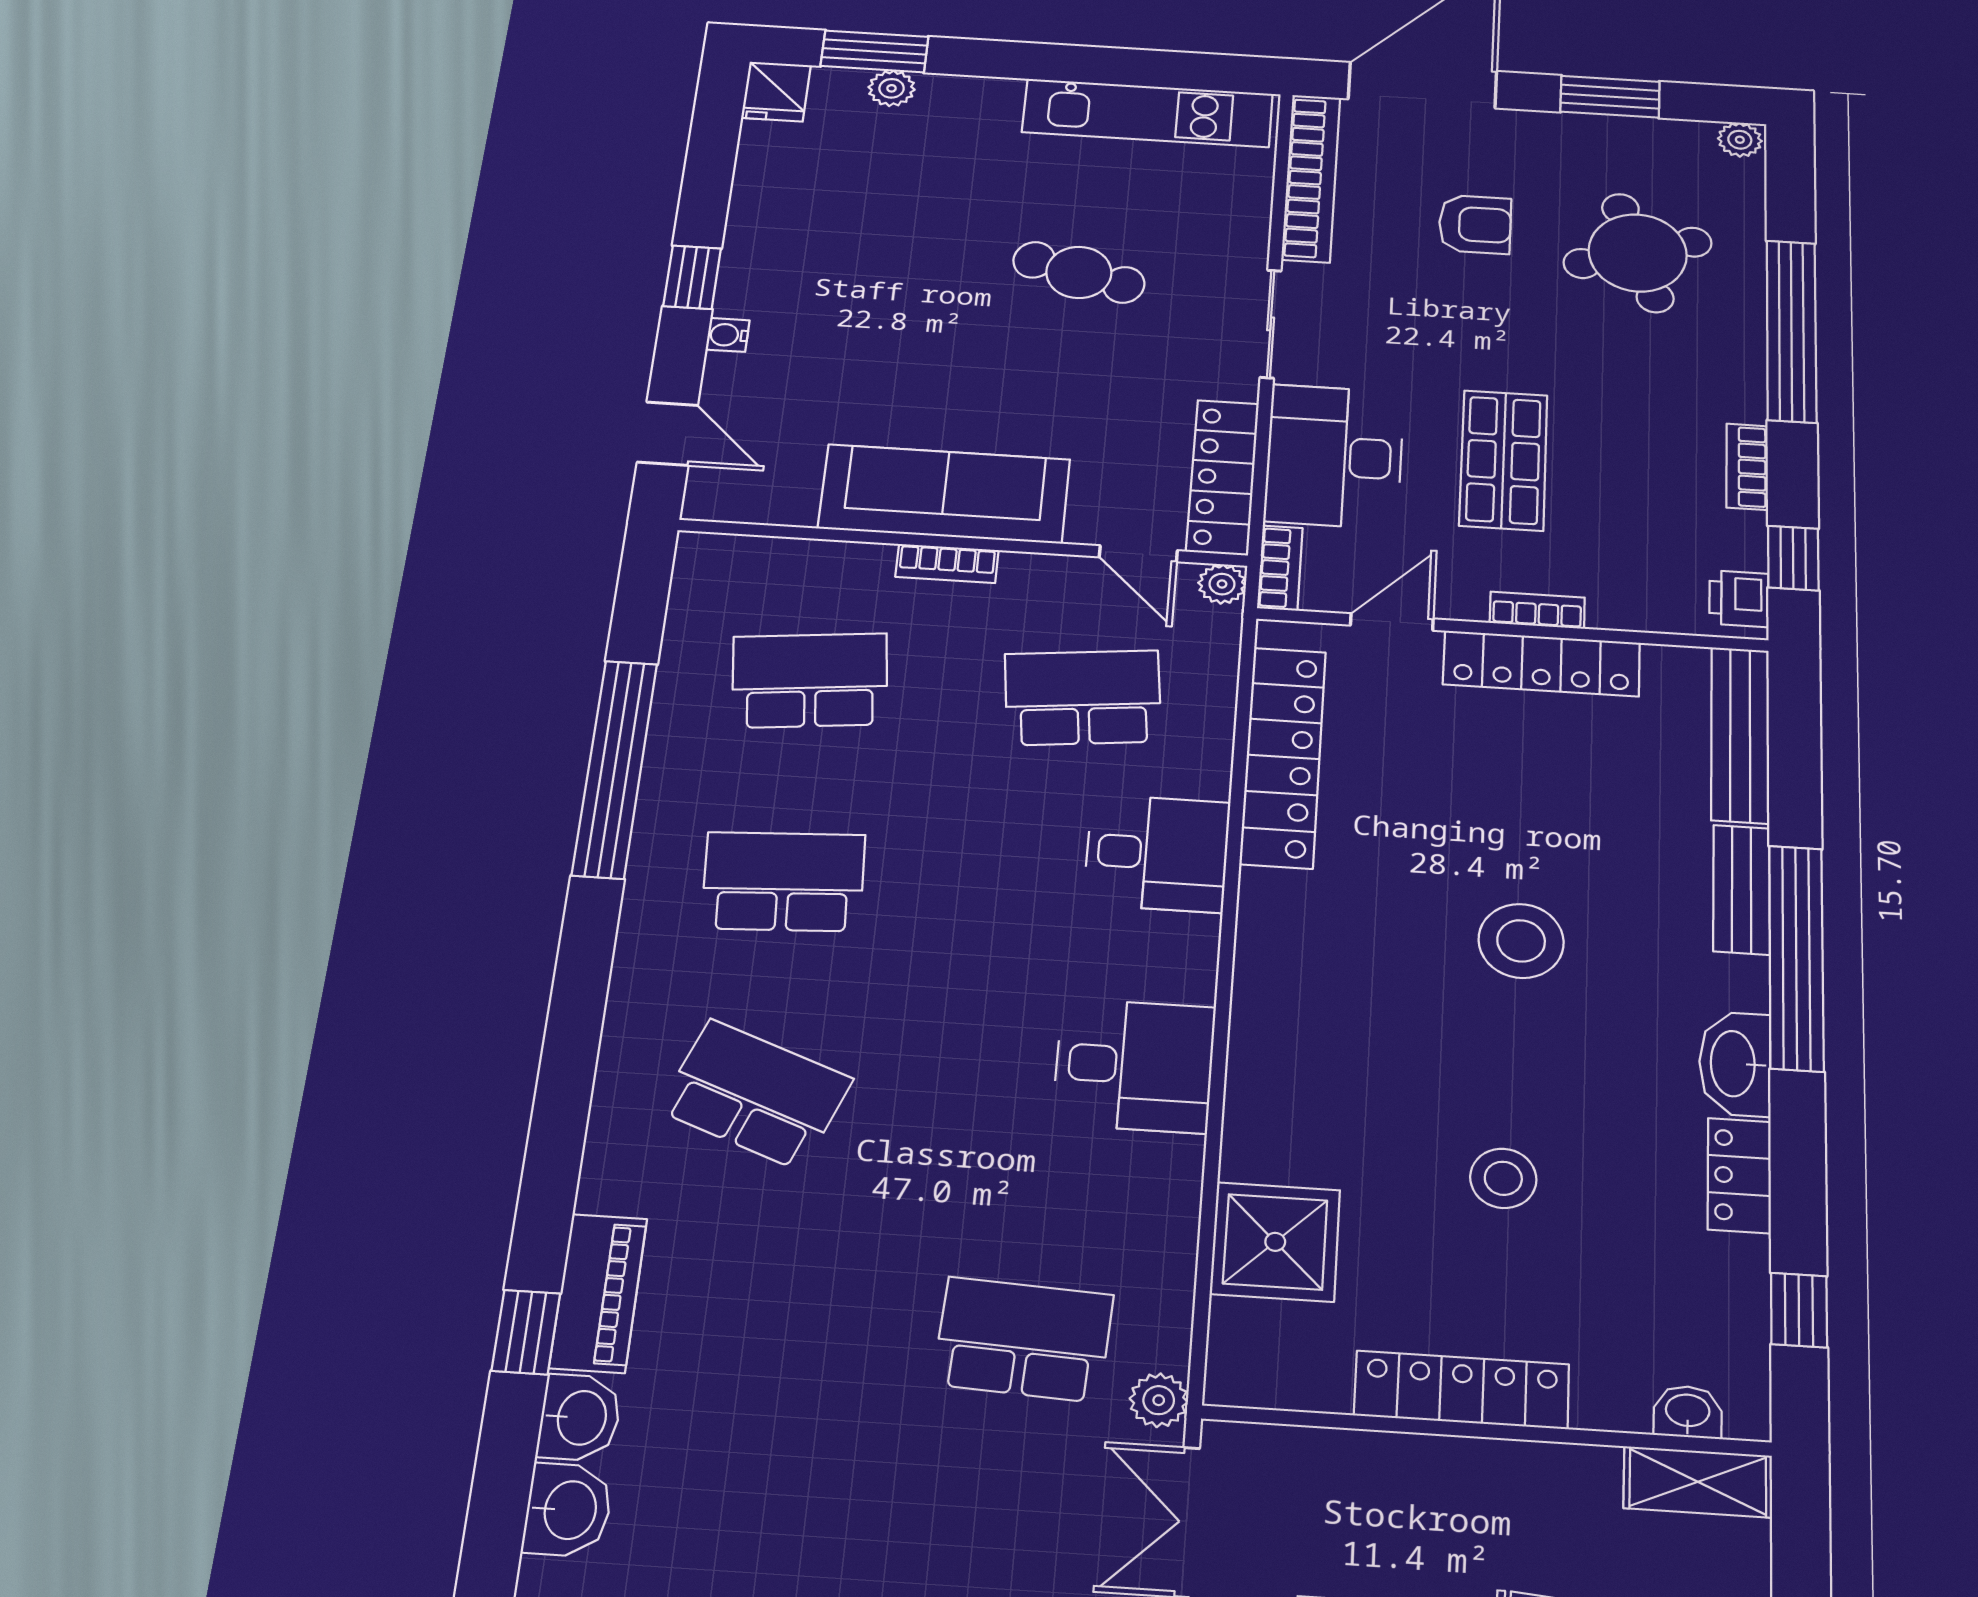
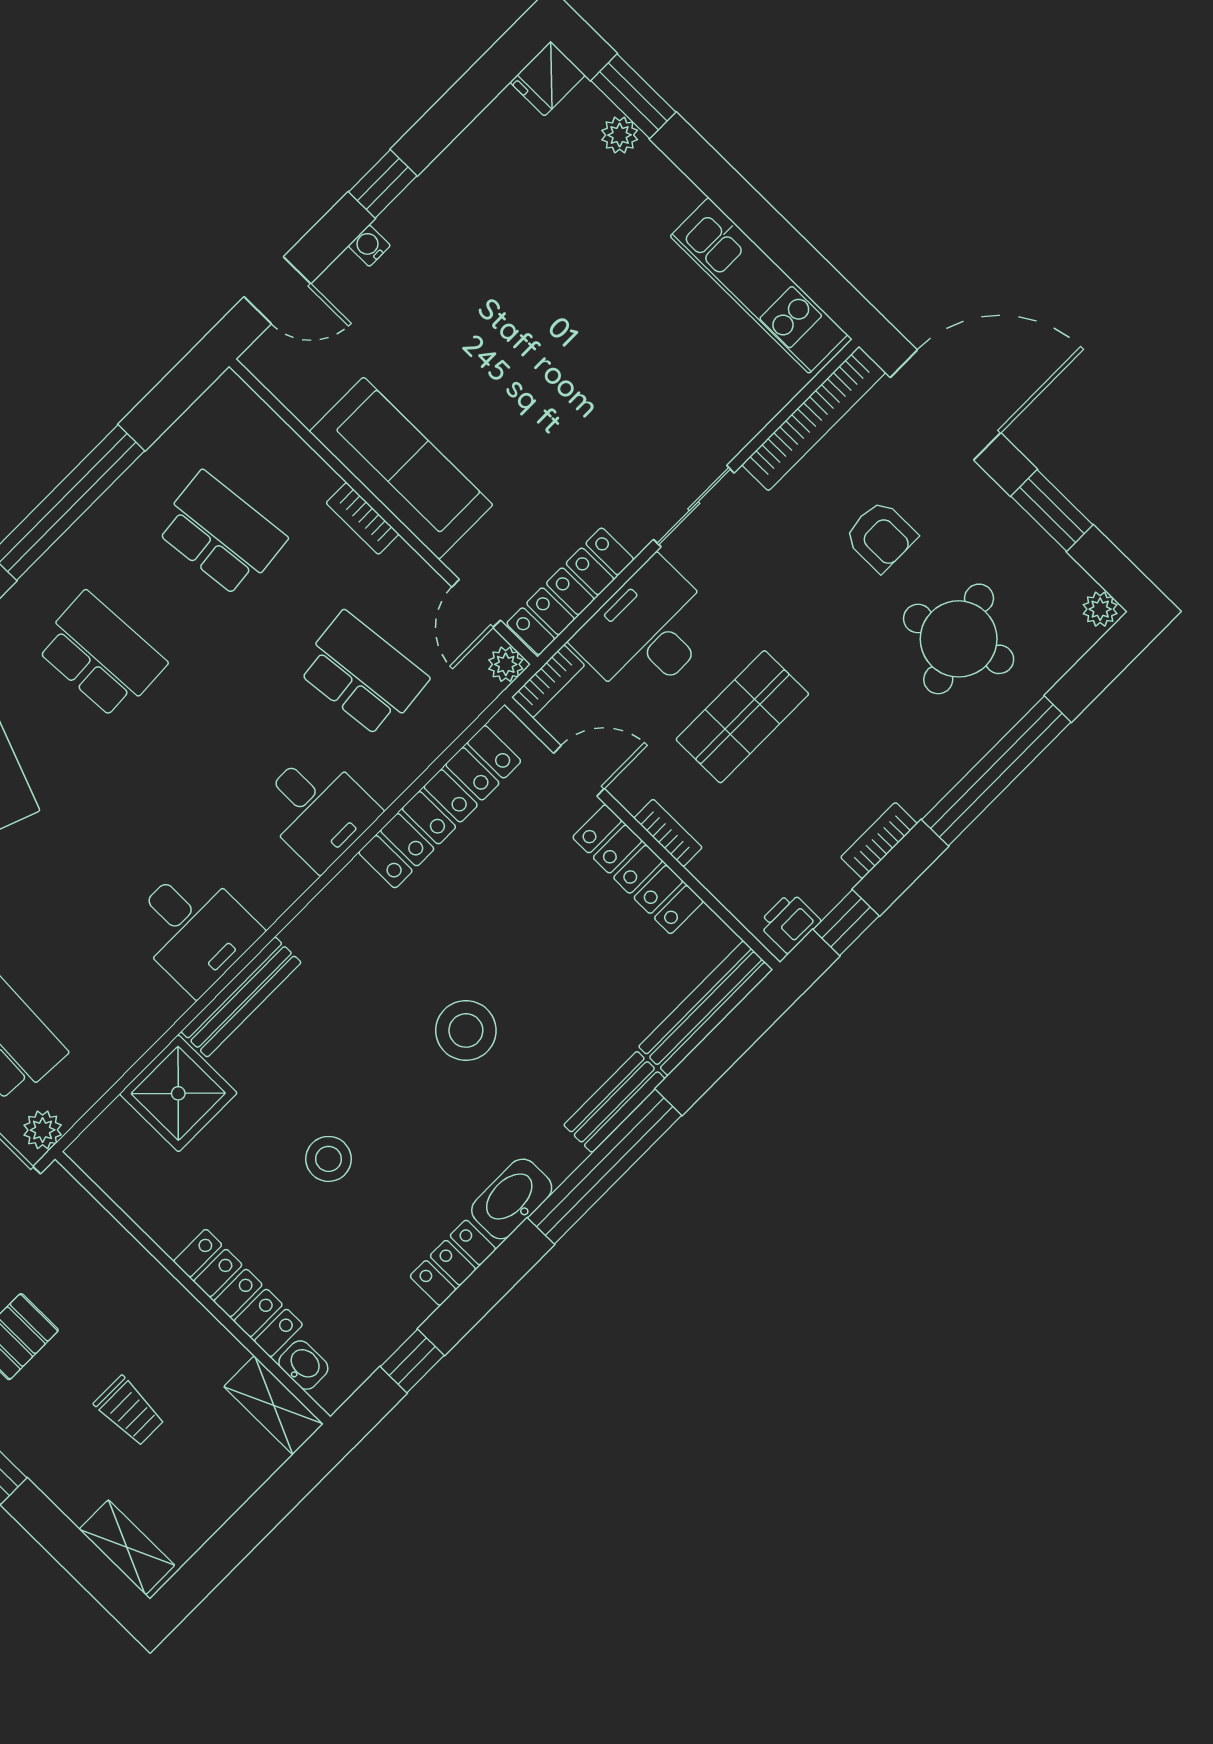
cafe table: (1079, 272) -> (614, 373), removed
door: (667, 434) -> (277, 290), hinge flipped
bench: (1251, 1092) -> (241, 997), added
locker: (1462, 1390) -> (238, 1293), moved

